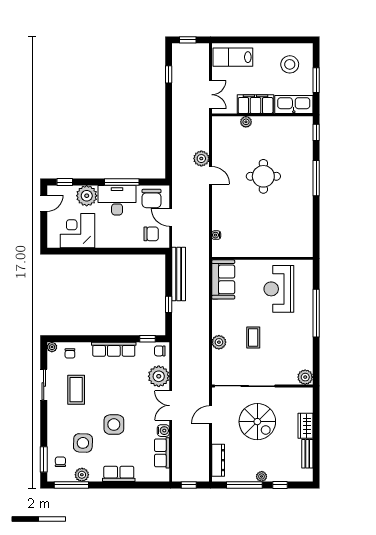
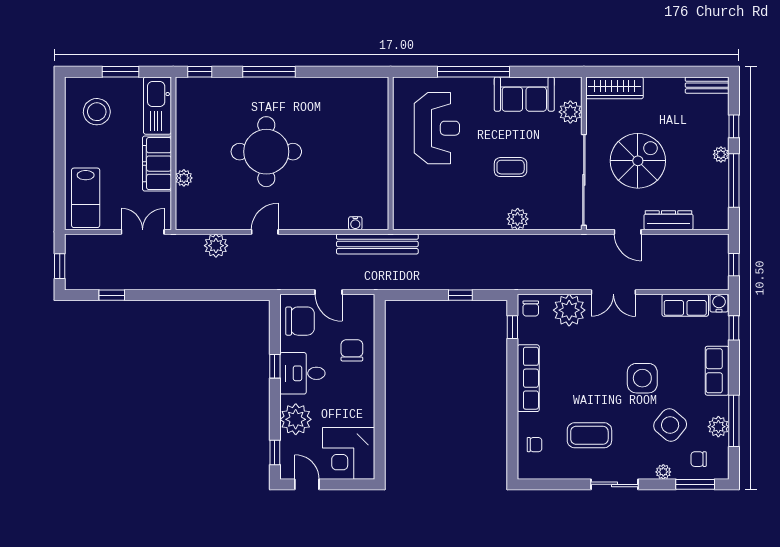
plant: (201, 159) -> (216, 246), moved
round table: (263, 176) -> (266, 152), width x1.36, depth x1.36
window: (122, 182) -> (275, 366), width x0.46
desk: (117, 200) -> (302, 373), width x0.73
door: (171, 217) -> (328, 292), hinge flipped
corner desk: (78, 231) -> (349, 453), moved
chair: (151, 234) -> (352, 350), moved
bench: (179, 274) -> (377, 244), moved
sofa: (223, 279) -> (524, 94), moved, turned 180
reception desk: (279, 289) -> (437, 128), turned -90
plant: (52, 347) -> (663, 472), moved
plant: (305, 377) -> (570, 112), moved
sliding door: (44, 385) -> (614, 484), moved
wardrobe: (305, 426) -> (615, 88), moved, width x1.50
water cooler: (163, 431) -> (719, 303), moved
side table: (83, 443) -> (670, 425), turned 38
bench: (307, 454) -> (707, 85), moved
dresser: (218, 460) -> (668, 220), moved
window: (71, 485) -> (734, 421), moved
window: (147, 485) -> (734, 328), added

